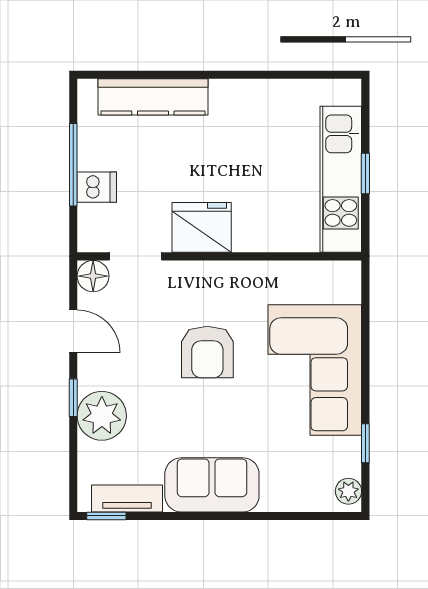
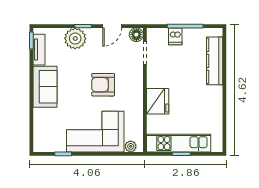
fridge: (202, 227) -> (158, 101), moved
plant: (348, 491) -> (131, 146), moved

